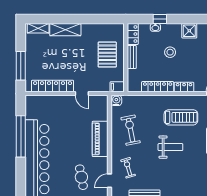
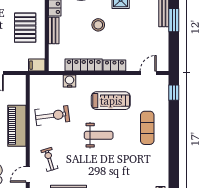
water cooler: (116, 100) -> (70, 81), moved
exercise bike: (131, 130) -> (52, 116), turned 94

